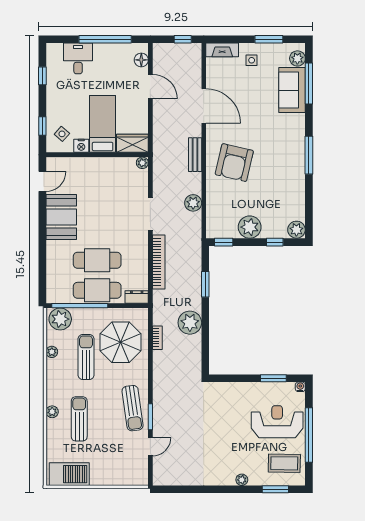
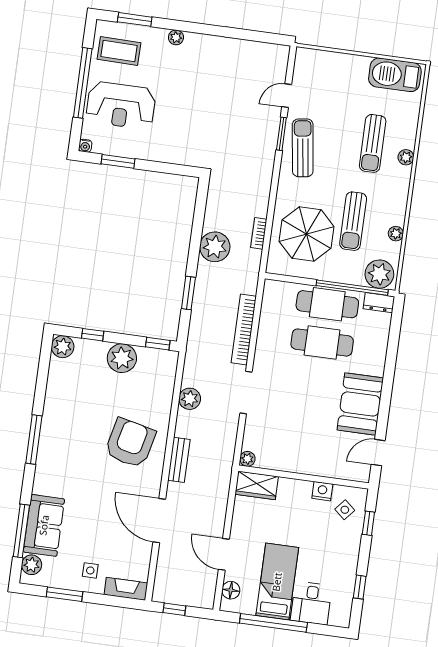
bed: (103, 124) -> (277, 582), moved, turned 180
dresser: (137, 297) -> (379, 303), moved

